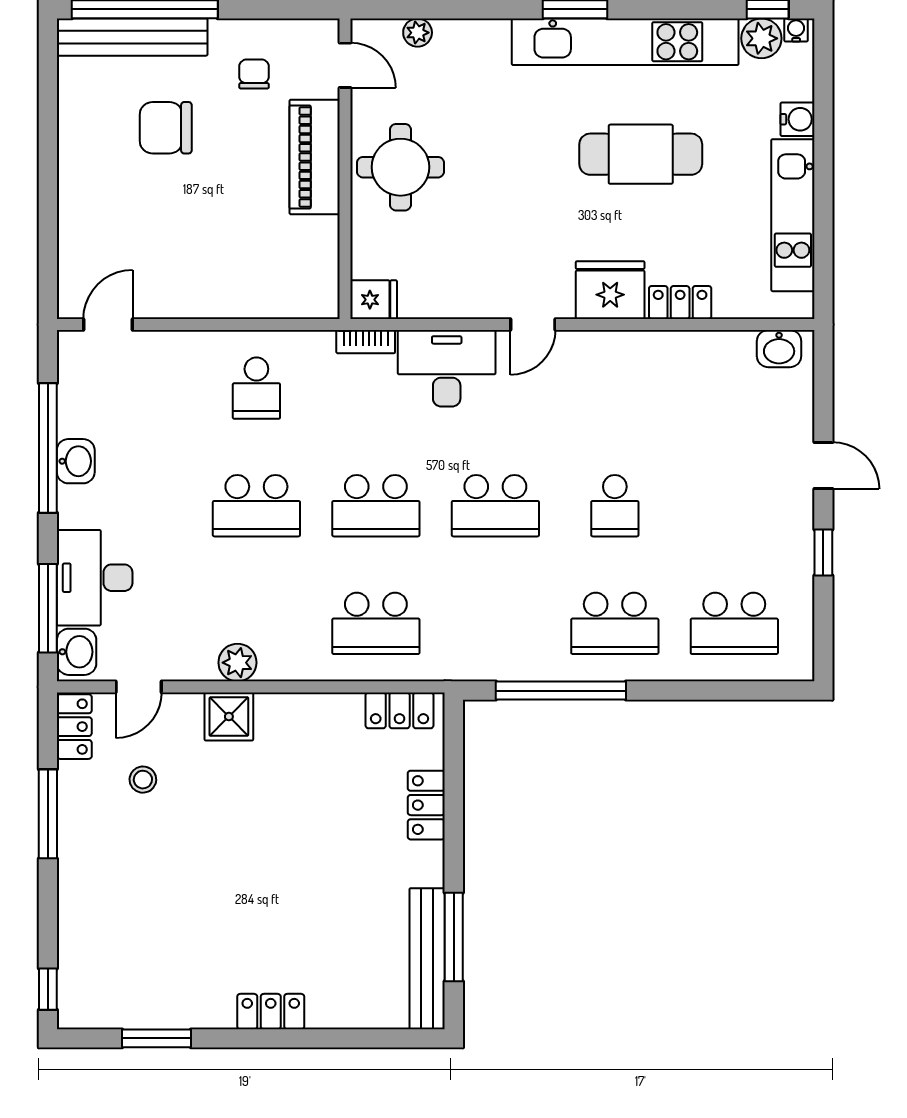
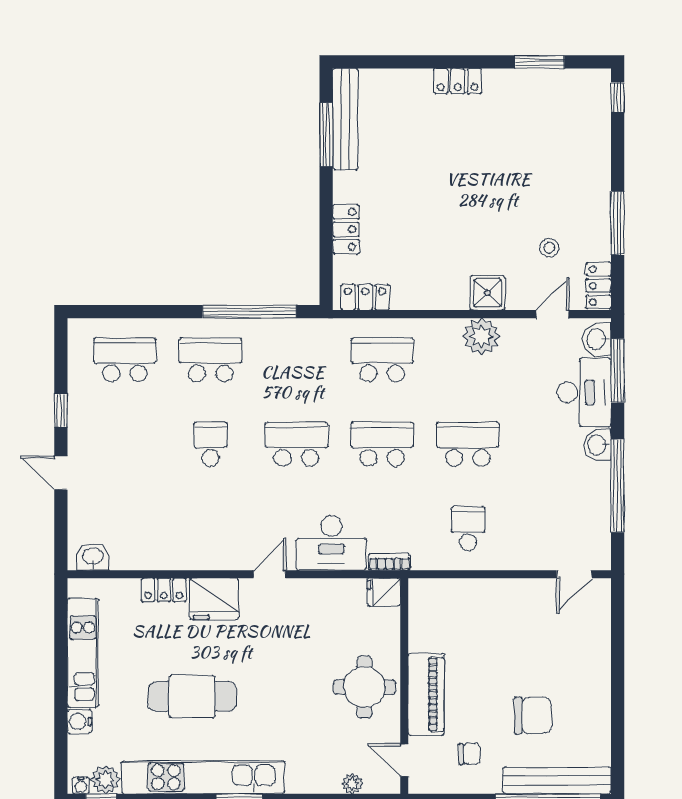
chair: (254, 74) -> (470, 754), turned -90
washbasin: (76, 461) -> (598, 445), moved
plant: (237, 663) -> (481, 337), width x1.36, depth x1.36

